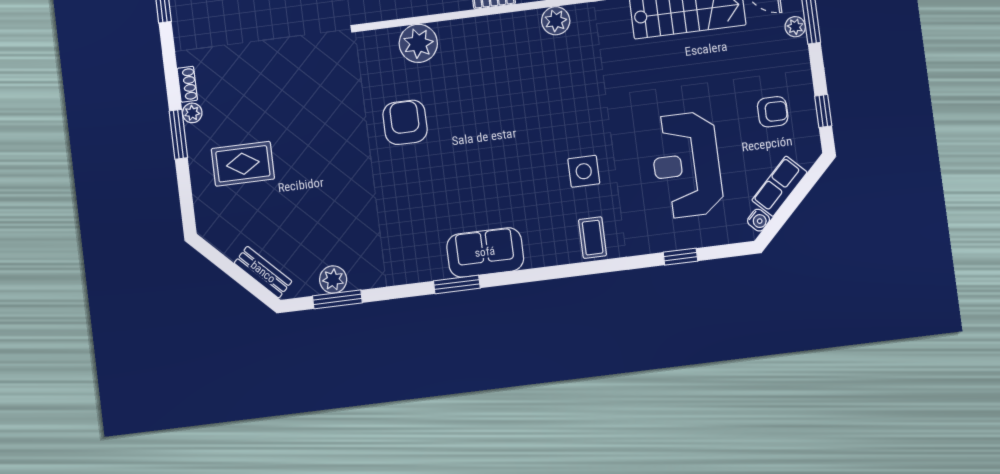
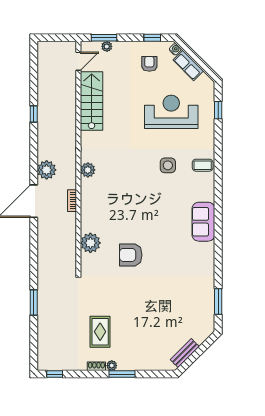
rug: (243, 164) -> (100, 332), moved
reception desk: (686, 165) -> (171, 112), turned 180
water cooler: (759, 220) -> (175, 49), moved
window: (680, 257) -> (218, 110), moved
bench: (263, 272) -> (185, 353), moved
plant: (333, 280) -> (208, 302), removed
window: (457, 284) -> (218, 238), removed

